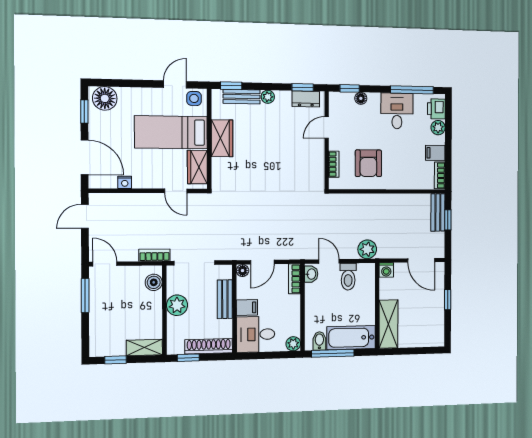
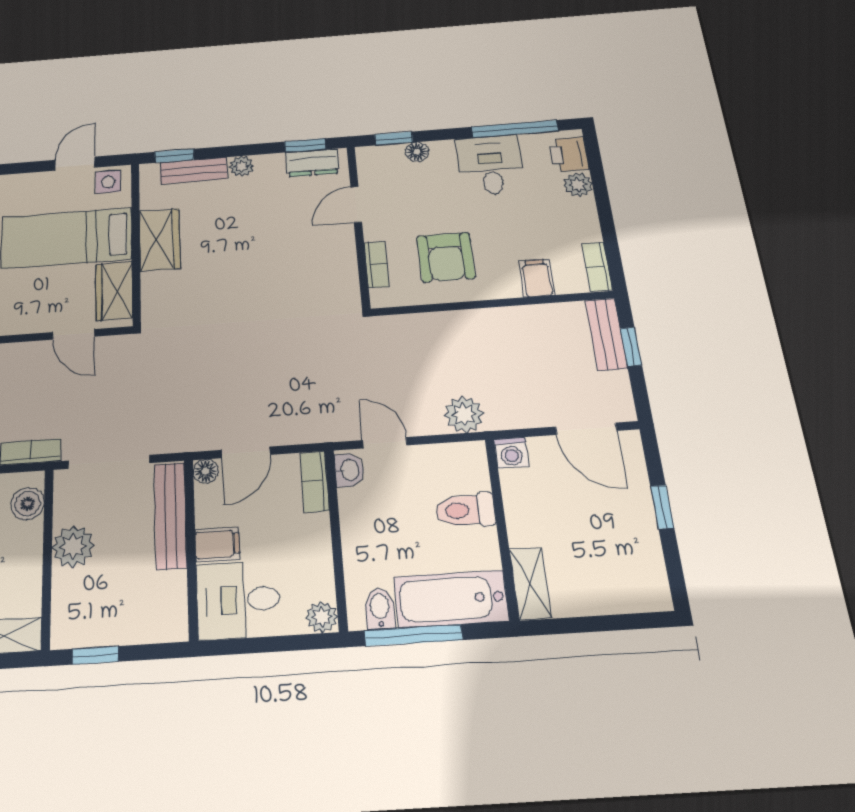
filing cabinet: (435, 153) -> (537, 278), moved, turned 90
toilet: (348, 277) -> (465, 510), moved, turned 90
bench: (225, 299) -> (170, 515), width x1.36
shelving: (388, 324) -> (530, 584), width x0.67, depth x0.75
shoe rack: (209, 346) -> (138, 629), removed

